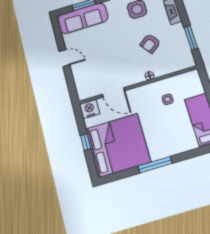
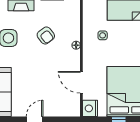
door: (114, 92) -> (81, 82), swing flipped

